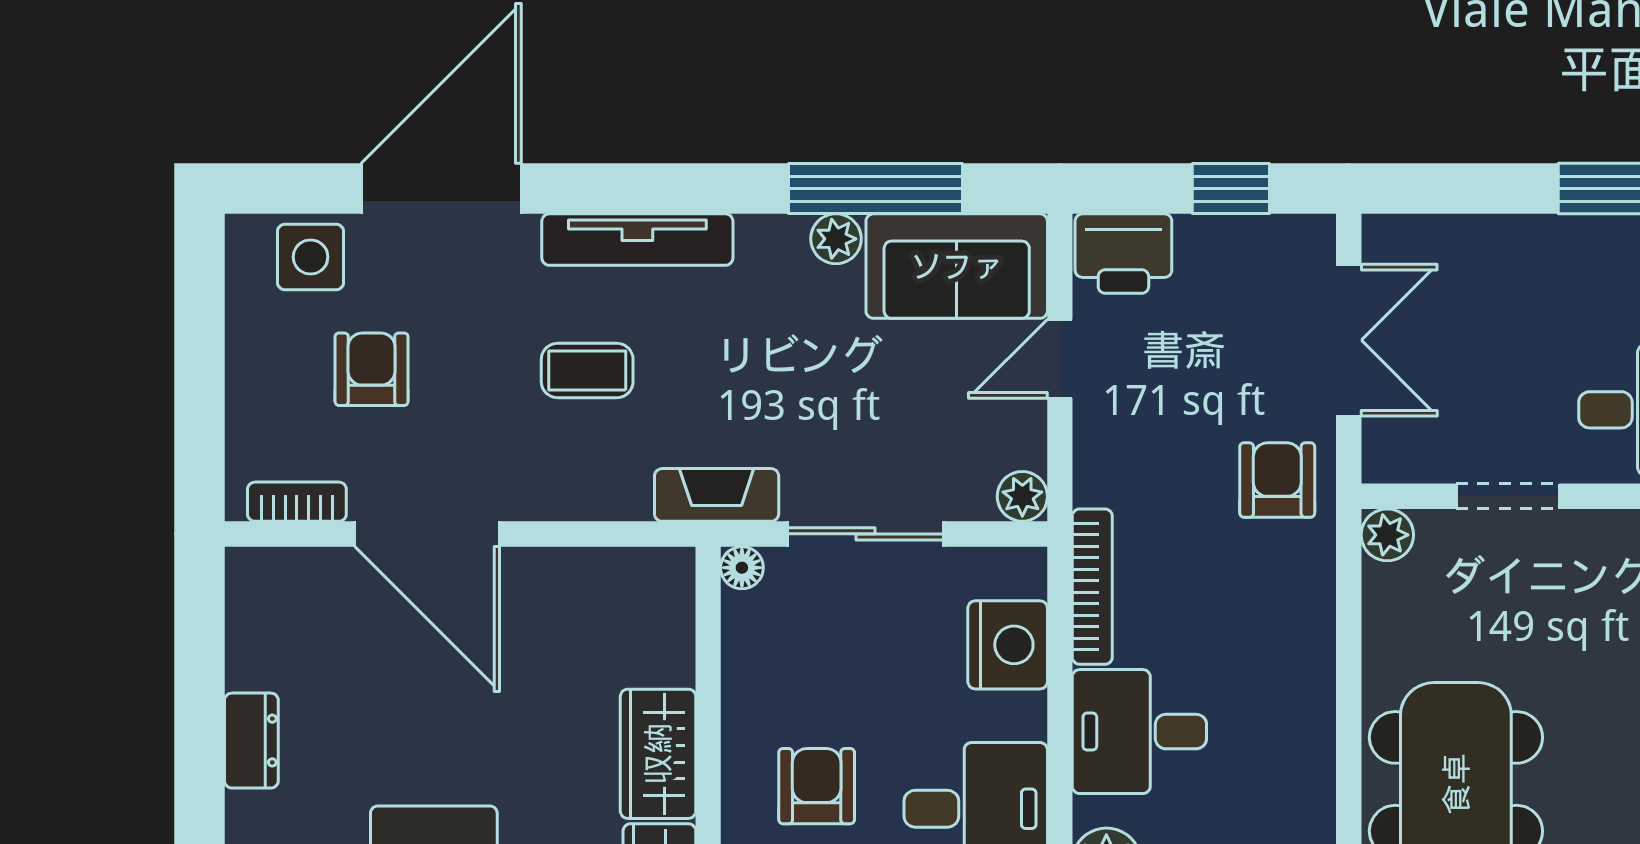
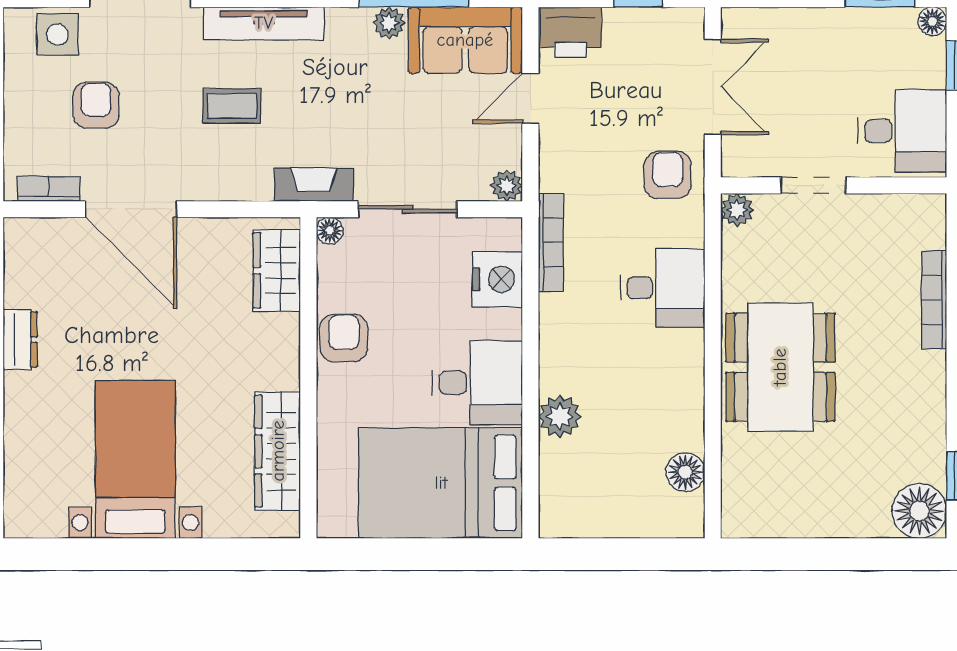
desk: (1139, 732) -> (663, 288), moved, turned 180
wardrobe: (658, 754) -> (277, 271), moved
armchair: (817, 786) -> (344, 338), moved

